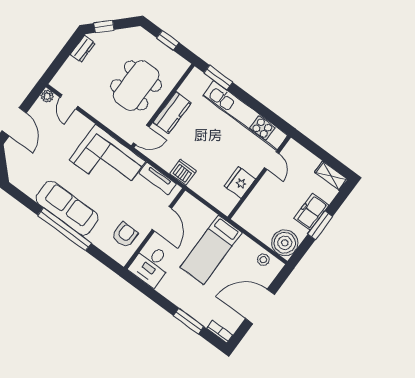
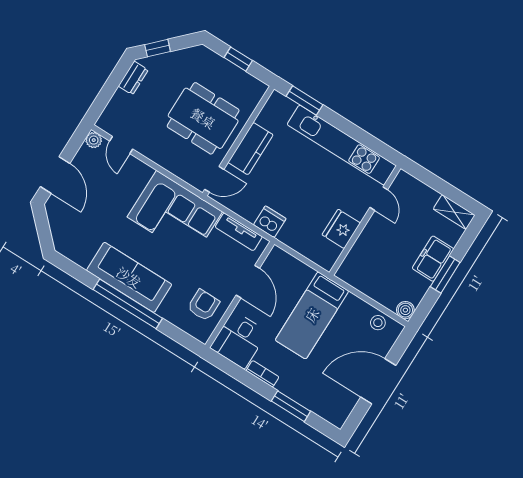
dining table: (136, 85) -> (203, 118), turned 90
boiler: (285, 243) -> (405, 310), width x0.54, depth x0.54
bookcase: (220, 332) -> (263, 374), moved

